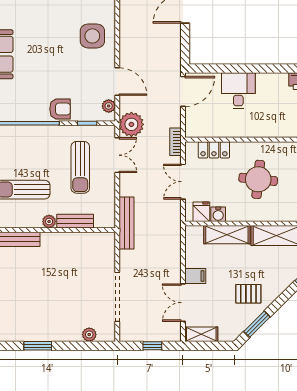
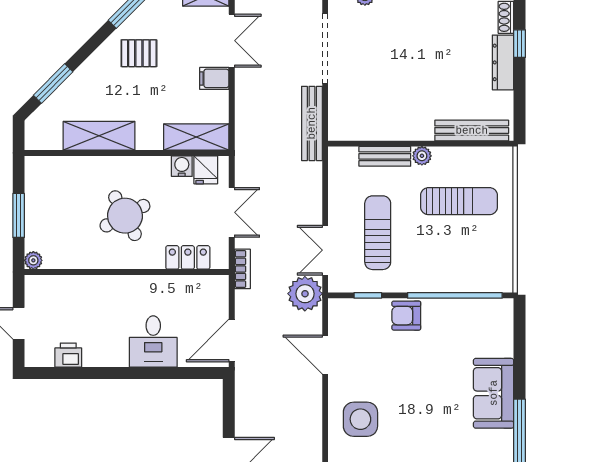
plant: (109, 106) -> (337, 320), removed
round table: (258, 179) -> (125, 216), turned -34
bench: (127, 223) -> (312, 123), moved
shelving: (227, 235) -> (196, 137), moved

